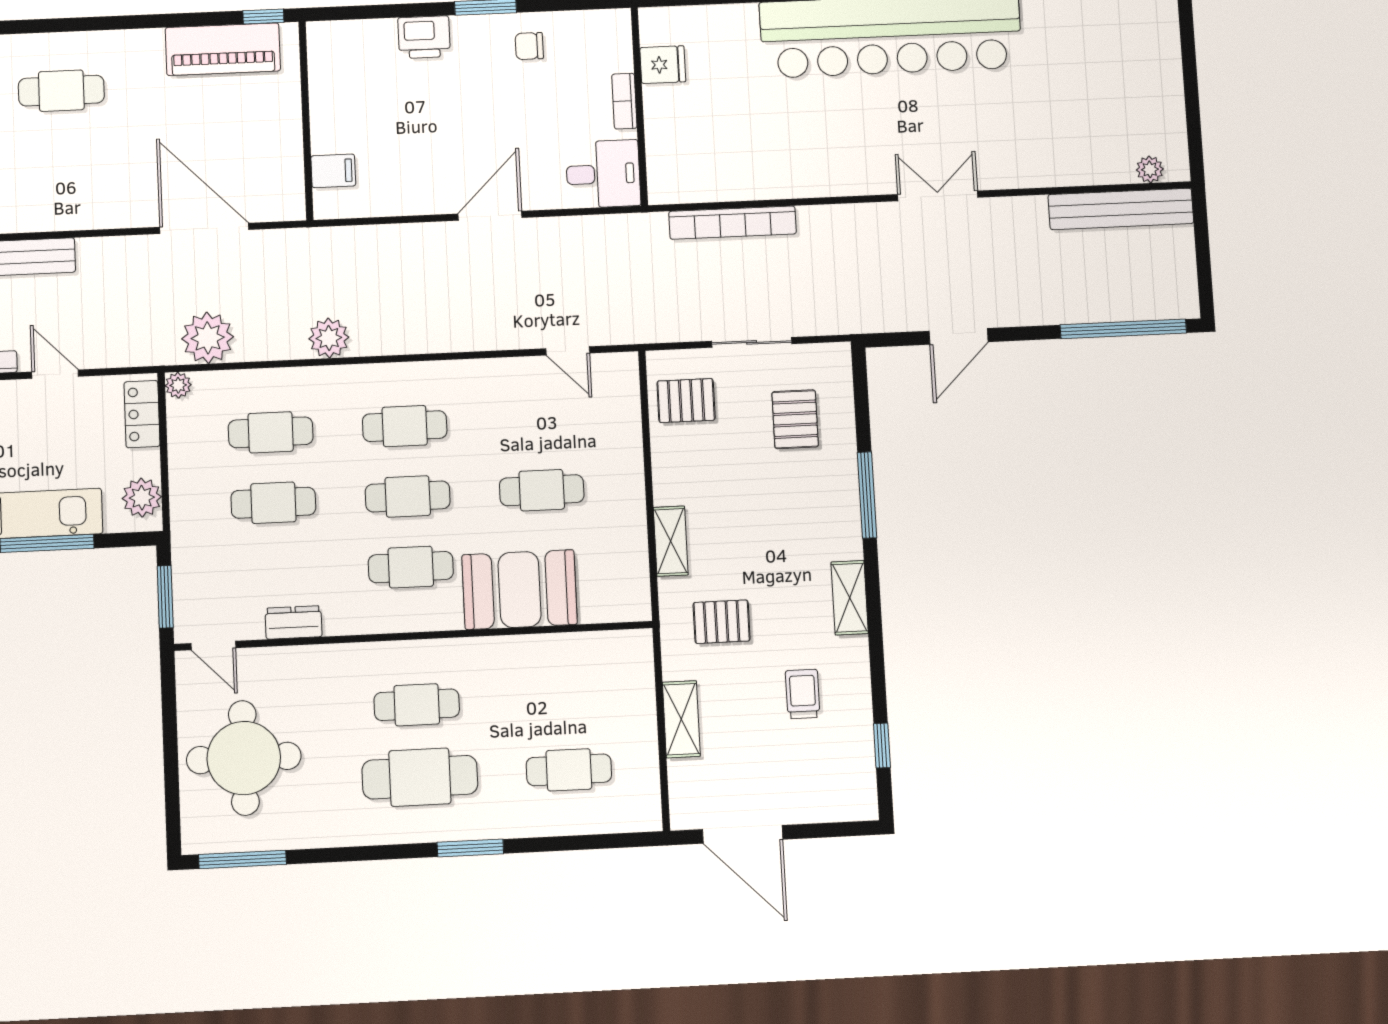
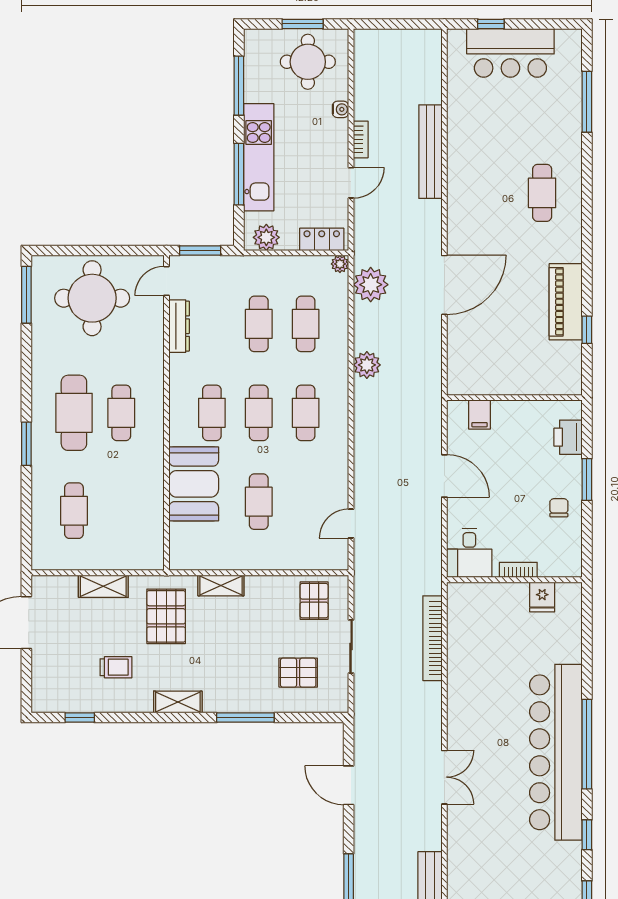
wall: (306, 121) -> (514, 398), moved
filing cabinet: (333, 171) -> (480, 415), moved
dresser: (294, 622) -> (179, 326), width x1.44
pallet: (722, 622) -> (166, 616), width x1.50, depth x1.42

